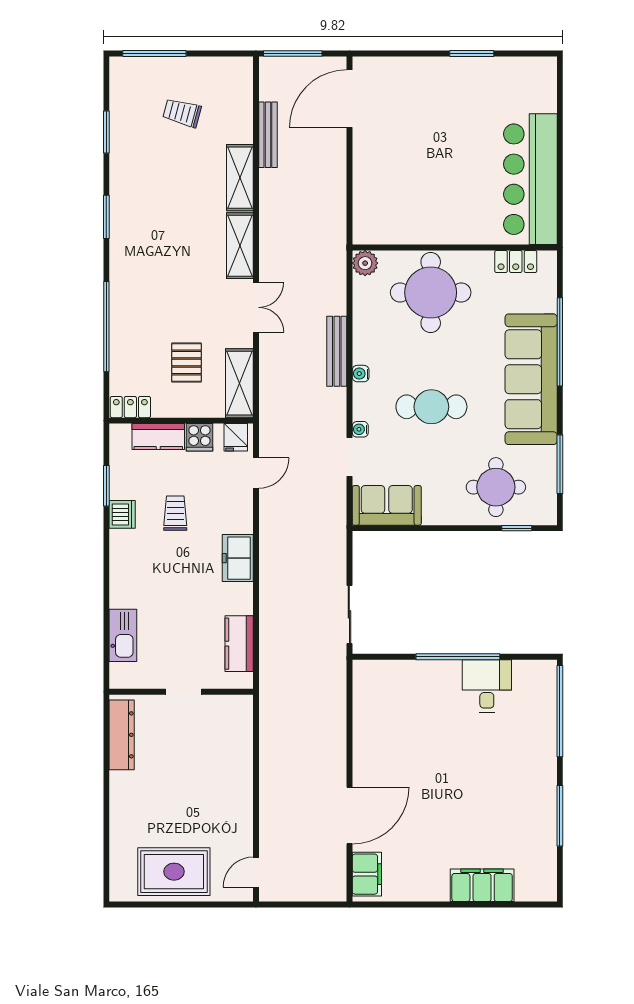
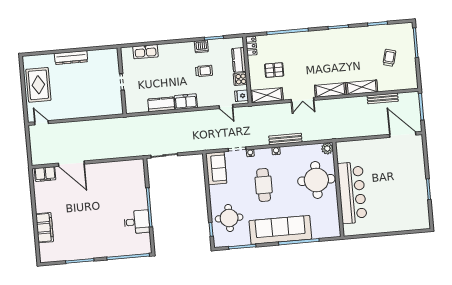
bar counter: (530, 179) -> (352, 193), moved, turned 90
locker: (516, 262) -> (334, 218), removed
kitchen counter: (239, 644) -> (161, 104), moved
dresser: (122, 735) -> (71, 58), moved

